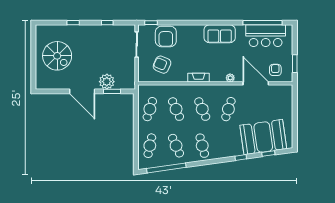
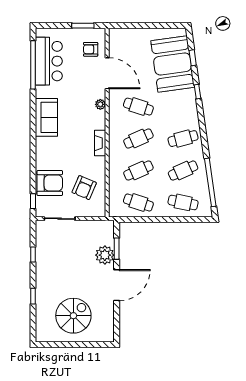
door: (256, 83) -> (107, 73), swing flipped

